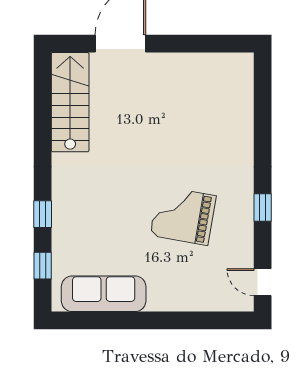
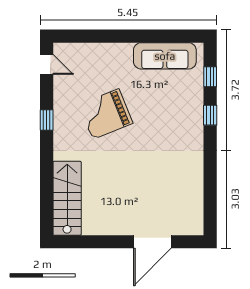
stairs: (70, 102) -> (67, 198), moved, turned 180
grand piano: (183, 216) -> (106, 114), turned 148

